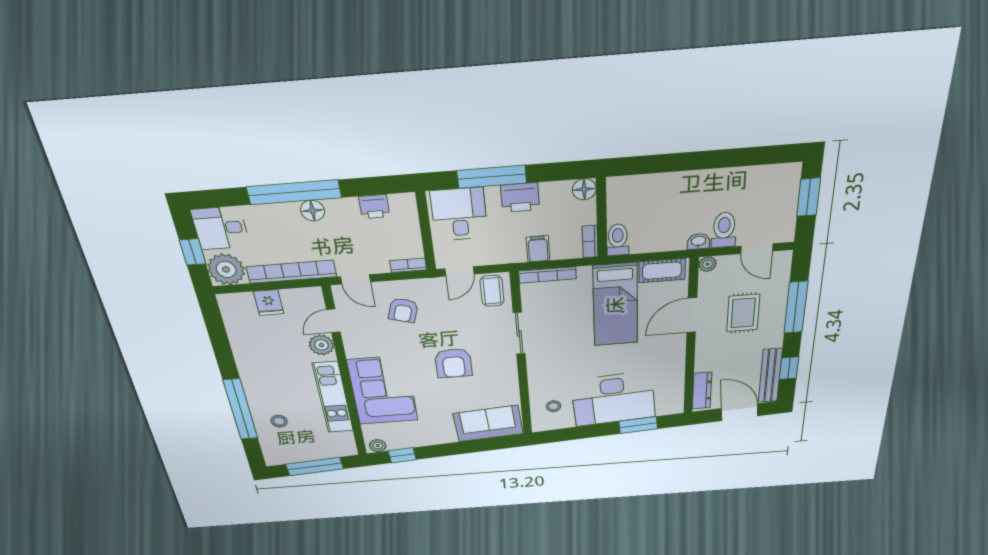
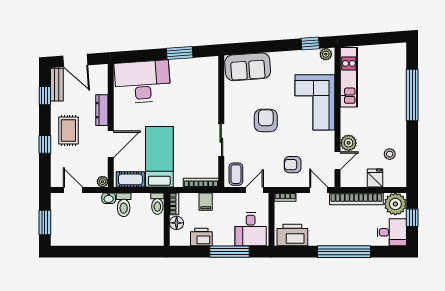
floor lamp: (584, 189) -> (177, 223), moved
printer: (520, 198) -> (201, 237), moved
printer: (374, 207) -> (292, 235), width x1.87, depth x1.48
floor lamp: (313, 211) -> (336, 239), removed
toilet: (724, 230) -> (124, 205), moved
window: (796, 307) -> (45, 144), width x0.46
armchair: (403, 310) -> (293, 165), turned -107
rug: (743, 313) -> (68, 131), moved
bench: (770, 376) -> (57, 85), width x0.73
dresser: (702, 391) -> (102, 110), moved
kitchen unit: (333, 397) -> (349, 77), moved
desk: (613, 399) -> (142, 82), moved
stool: (554, 406) -> (202, 78), removed
stool: (279, 421) -> (390, 154), moved
window: (638, 425) -> (180, 53), moved
window: (315, 467) -> (373, 39), removed

